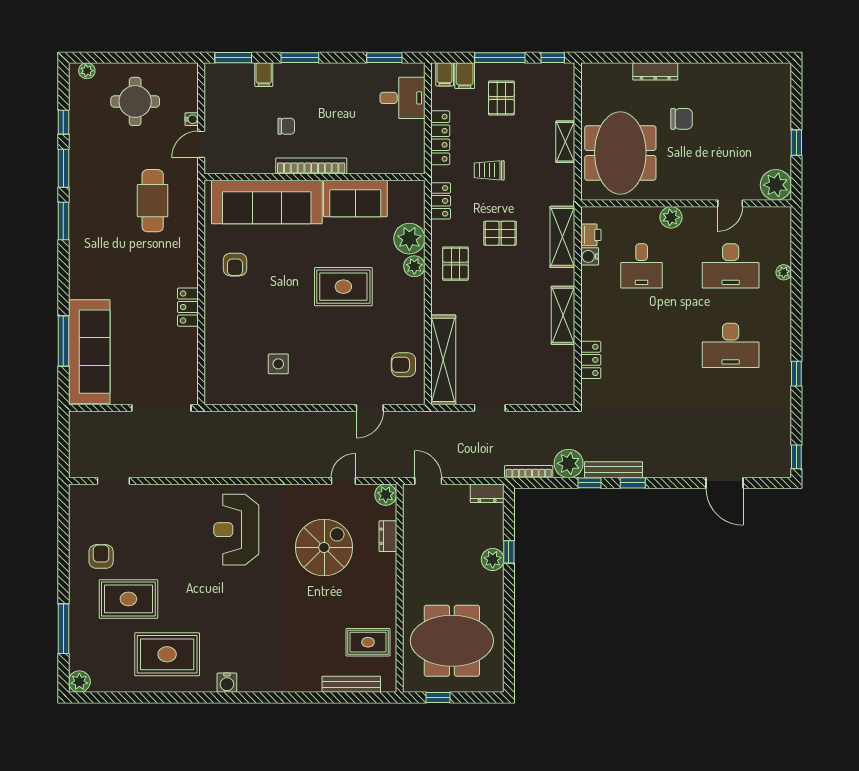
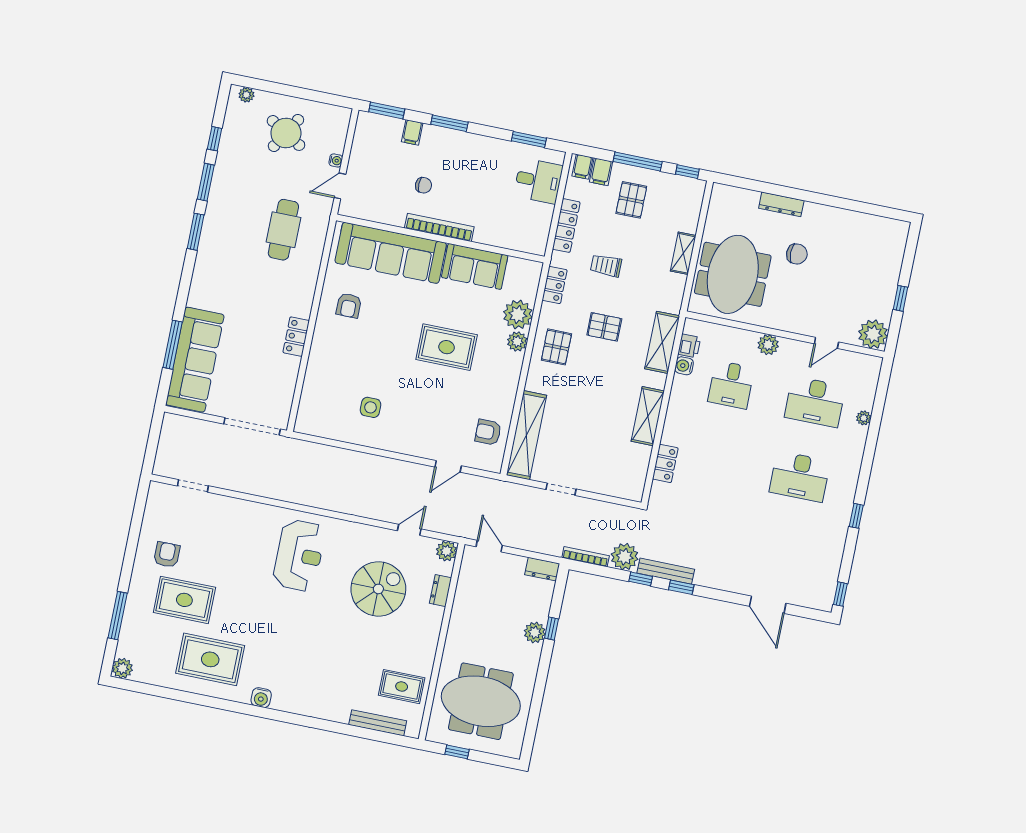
round table: (135, 101) -> (286, 133), turned 31
reception desk: (236, 530) -> (299, 555), turned 180

